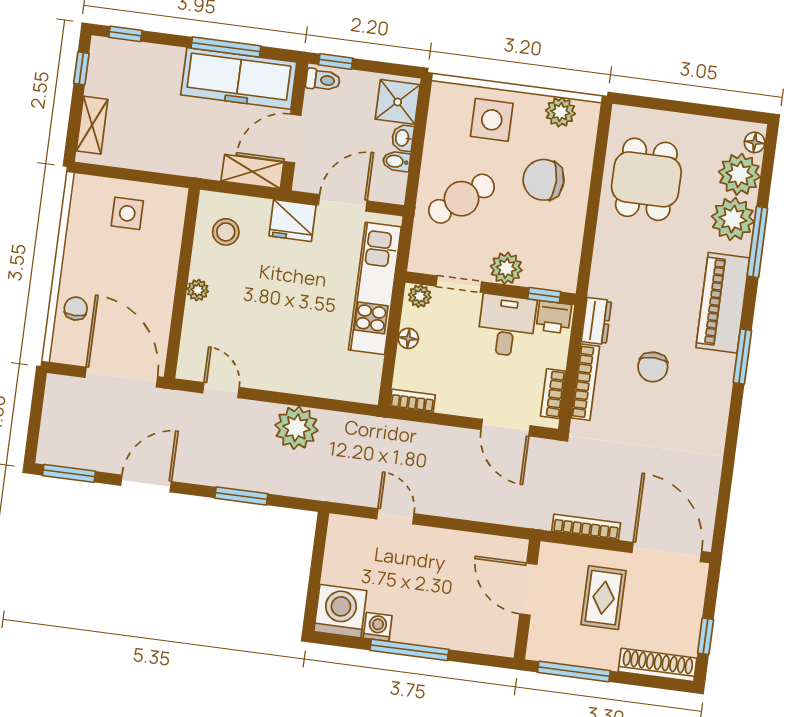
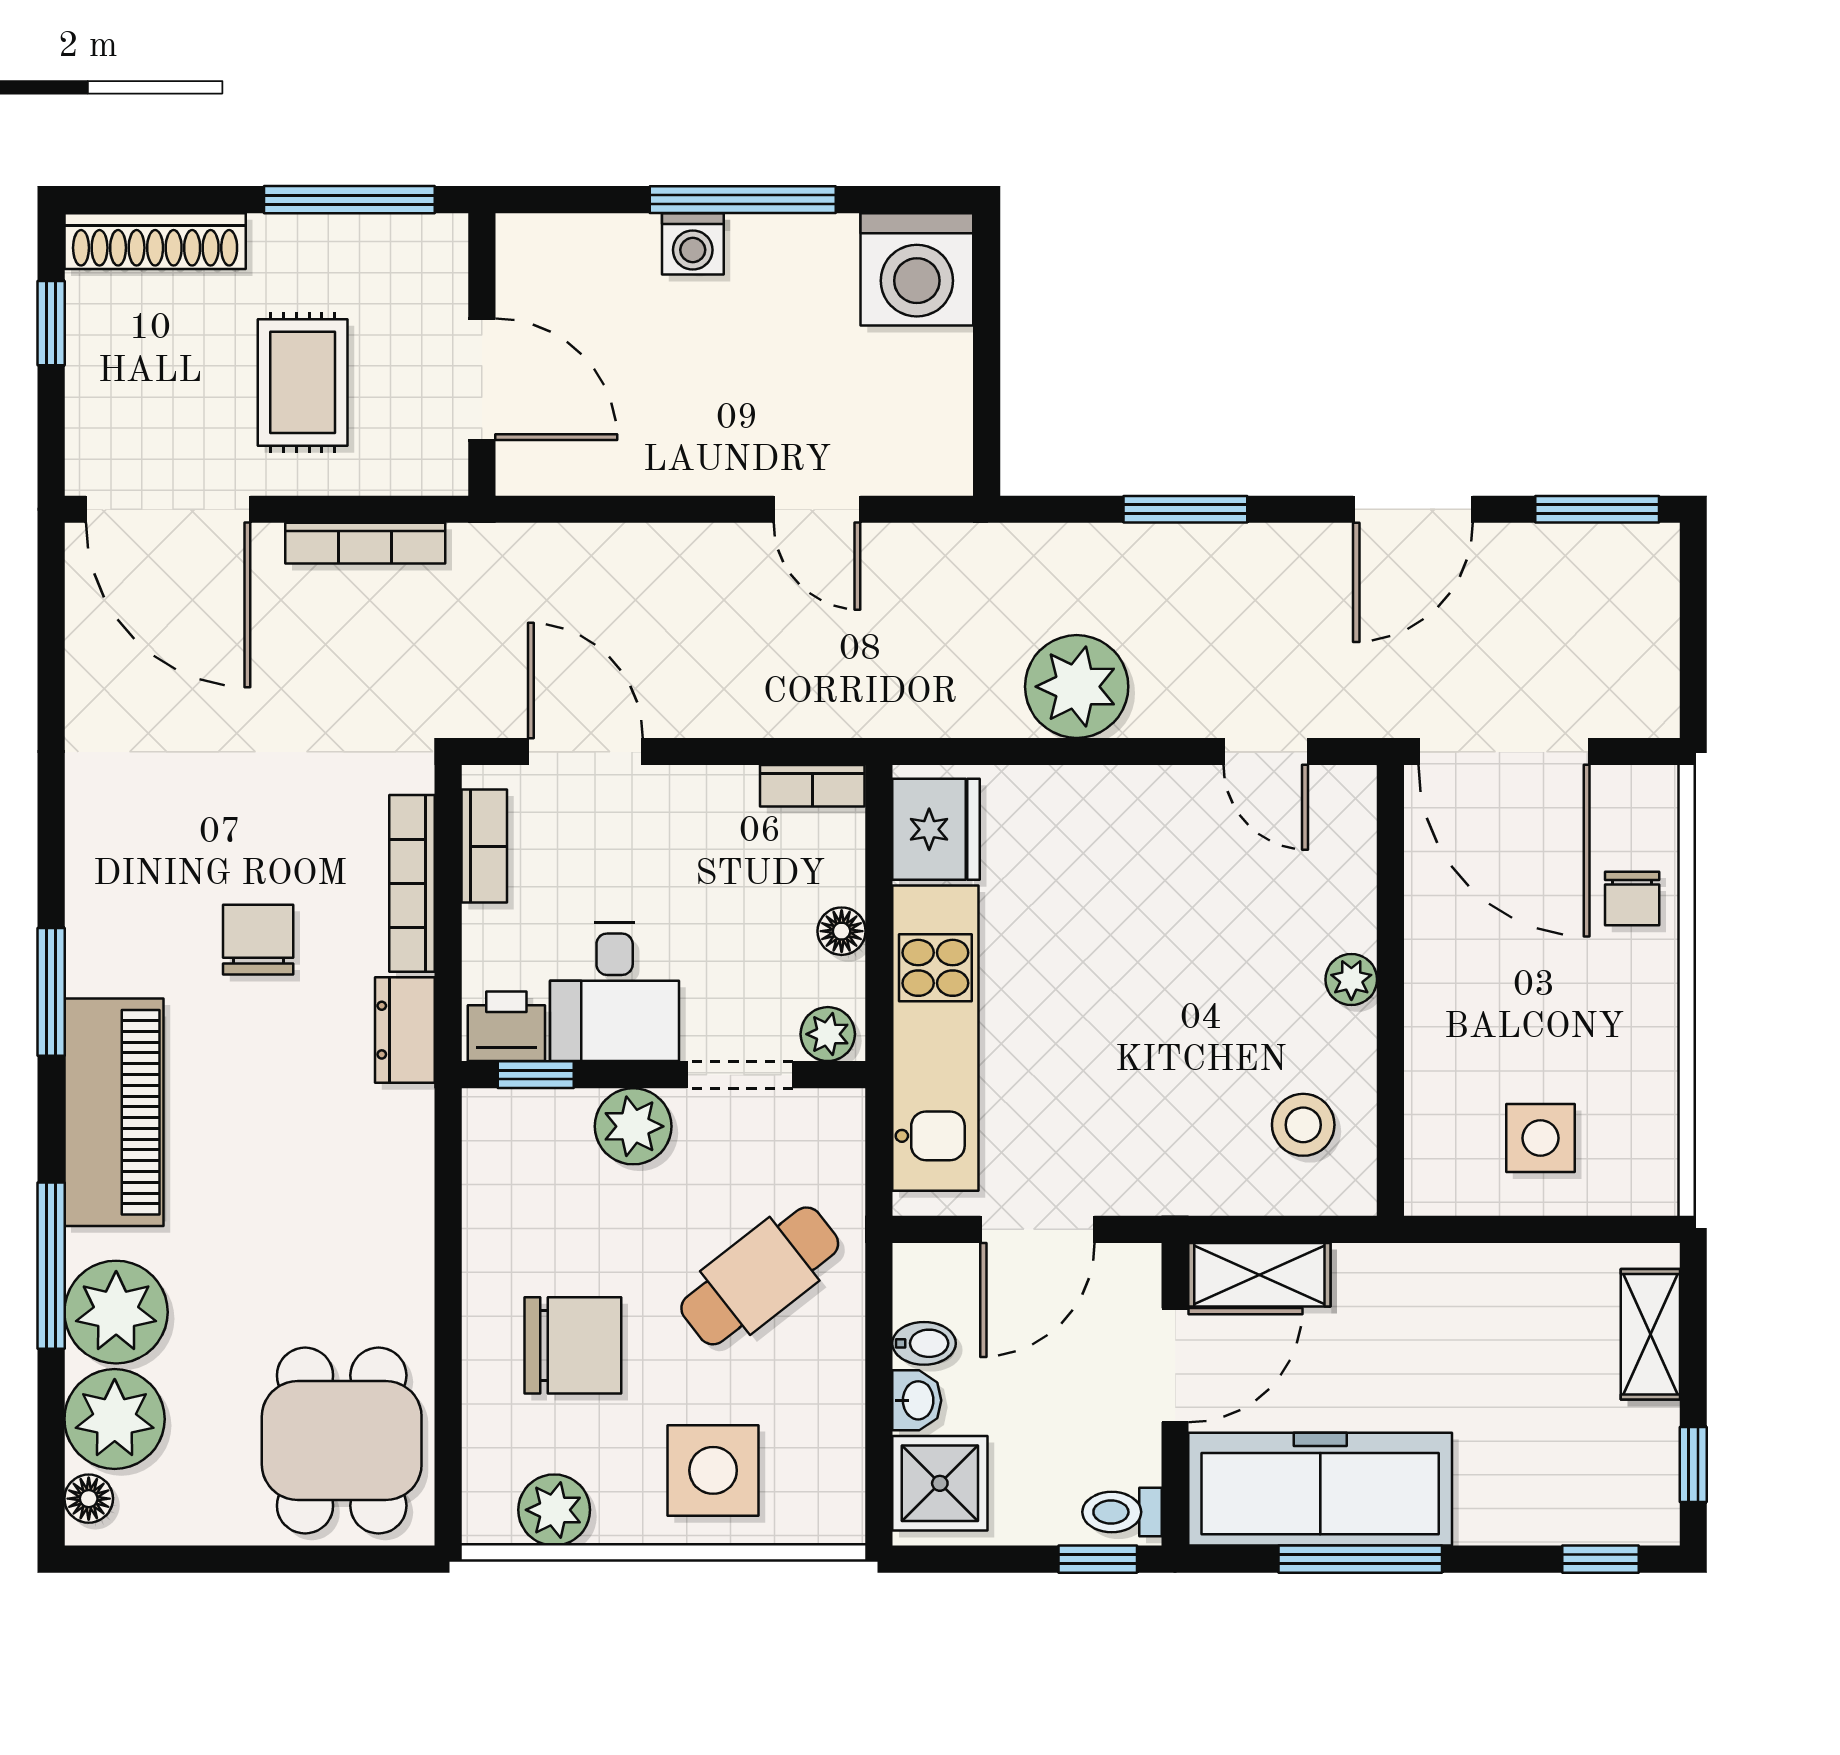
dining table: (646, 179) -> (342, 1441), moved
fridge: (293, 221) -> (936, 829), moved, turned 90
washing machine: (378, 627) -> (693, 244), moved

